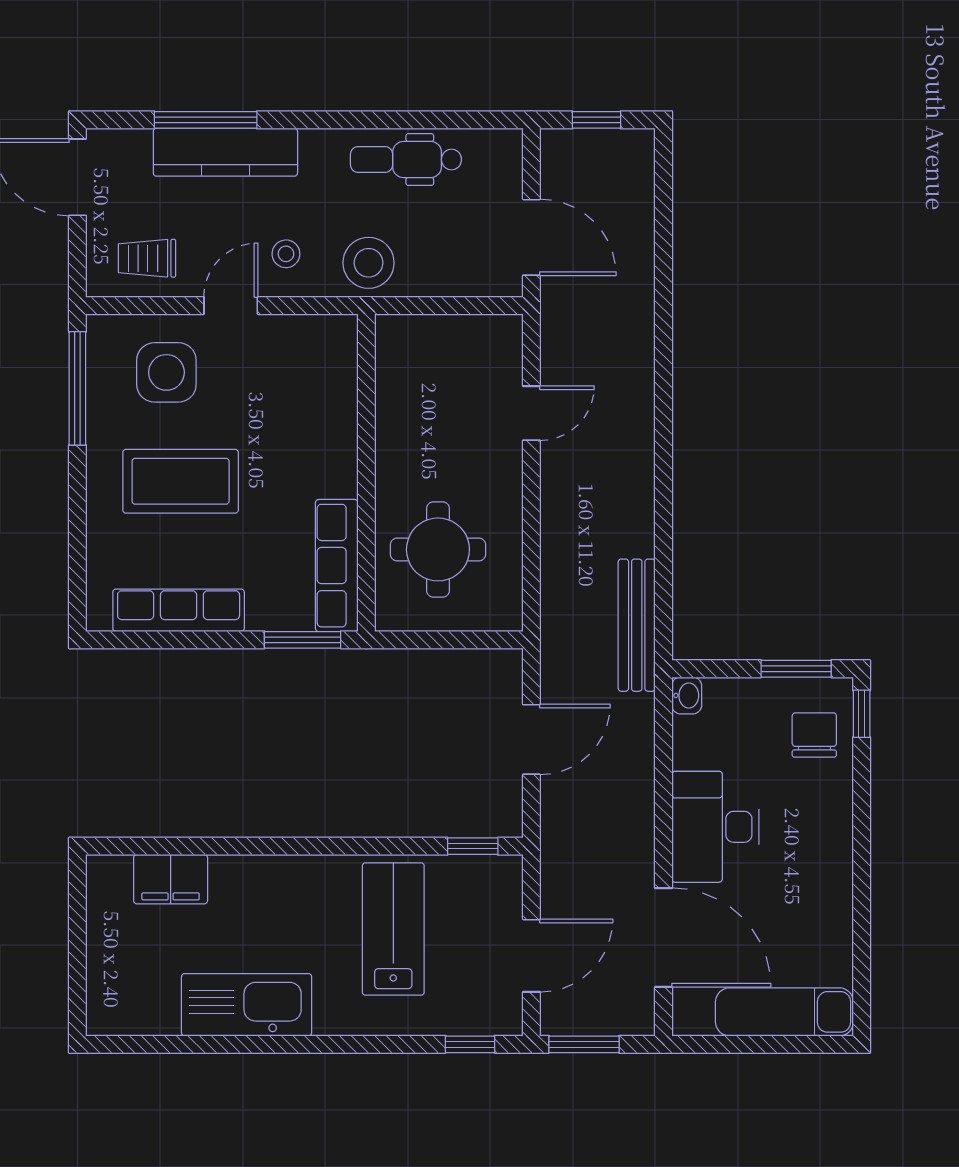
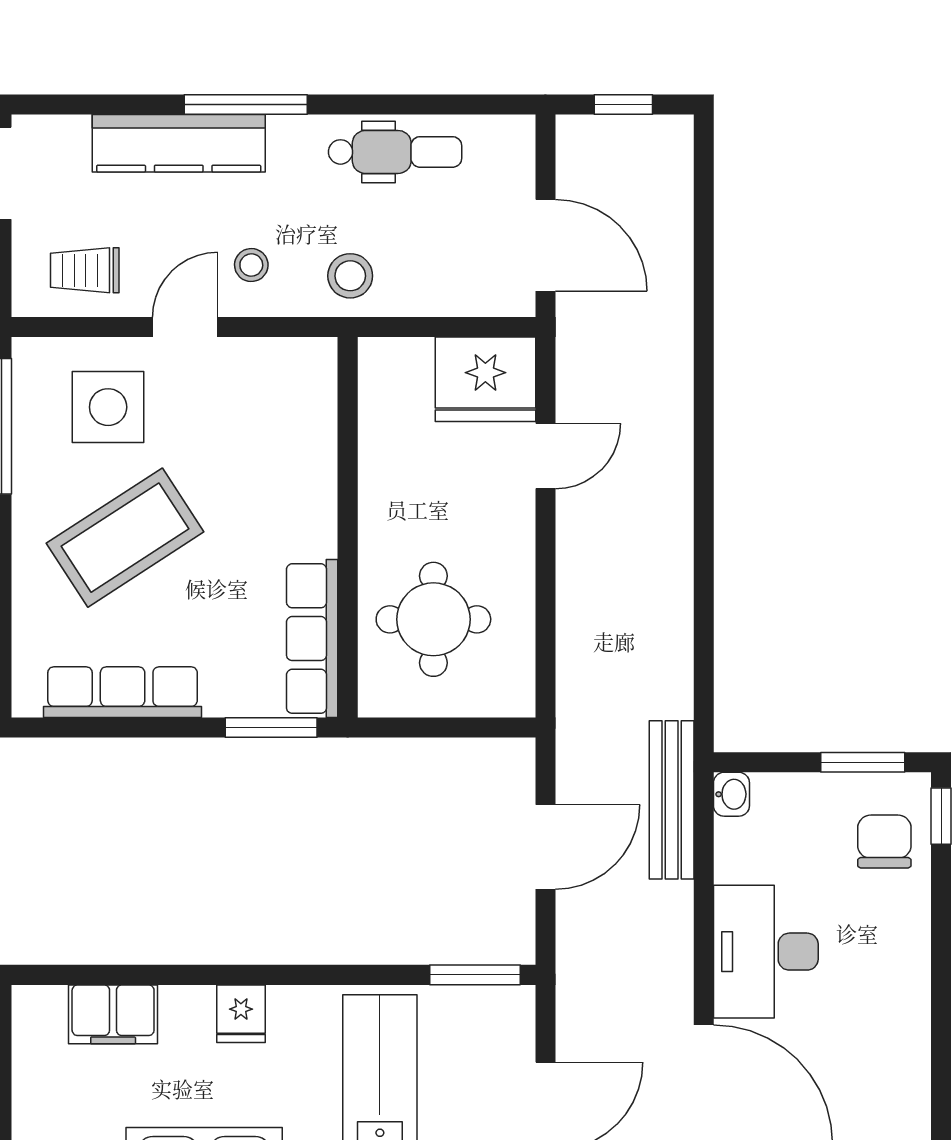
window: (206, 120) -> (246, 105), moved
dental chair: (406, 159) -> (395, 152), turned 180
stool: (369, 263) -> (350, 276), width x0.73, depth x0.73
fridge: (481, 349) -> (485, 379), added
coffee table: (181, 481) -> (125, 538), turned -33
bench: (637, 625) -> (672, 800), moved
window: (473, 846) -> (475, 975), width x1.50
fridge: (277, 879) -> (241, 1014), added

